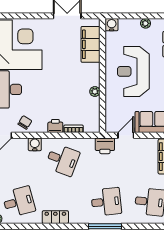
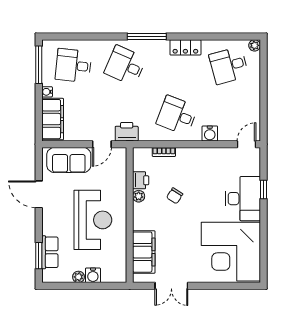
water cooler: (112, 25) -> (93, 275), moved
chair: (25, 122) -> (175, 196), moved
printer: (55, 126) -> (141, 180), moved, turned -90
desk: (106, 202) -> (125, 66), turned 30
window: (105, 226) -> (147, 37), moved

